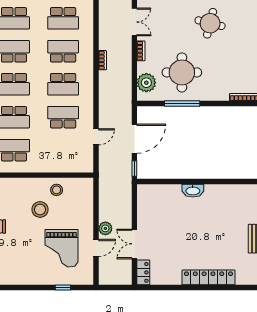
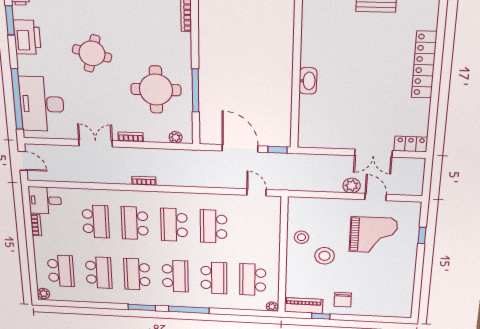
plant: (146, 83) -> (176, 137), width x0.53, depth x0.53
school desk: (63, 84) -> (174, 225), turned 180
door: (96, 137) -> (256, 192), moved

